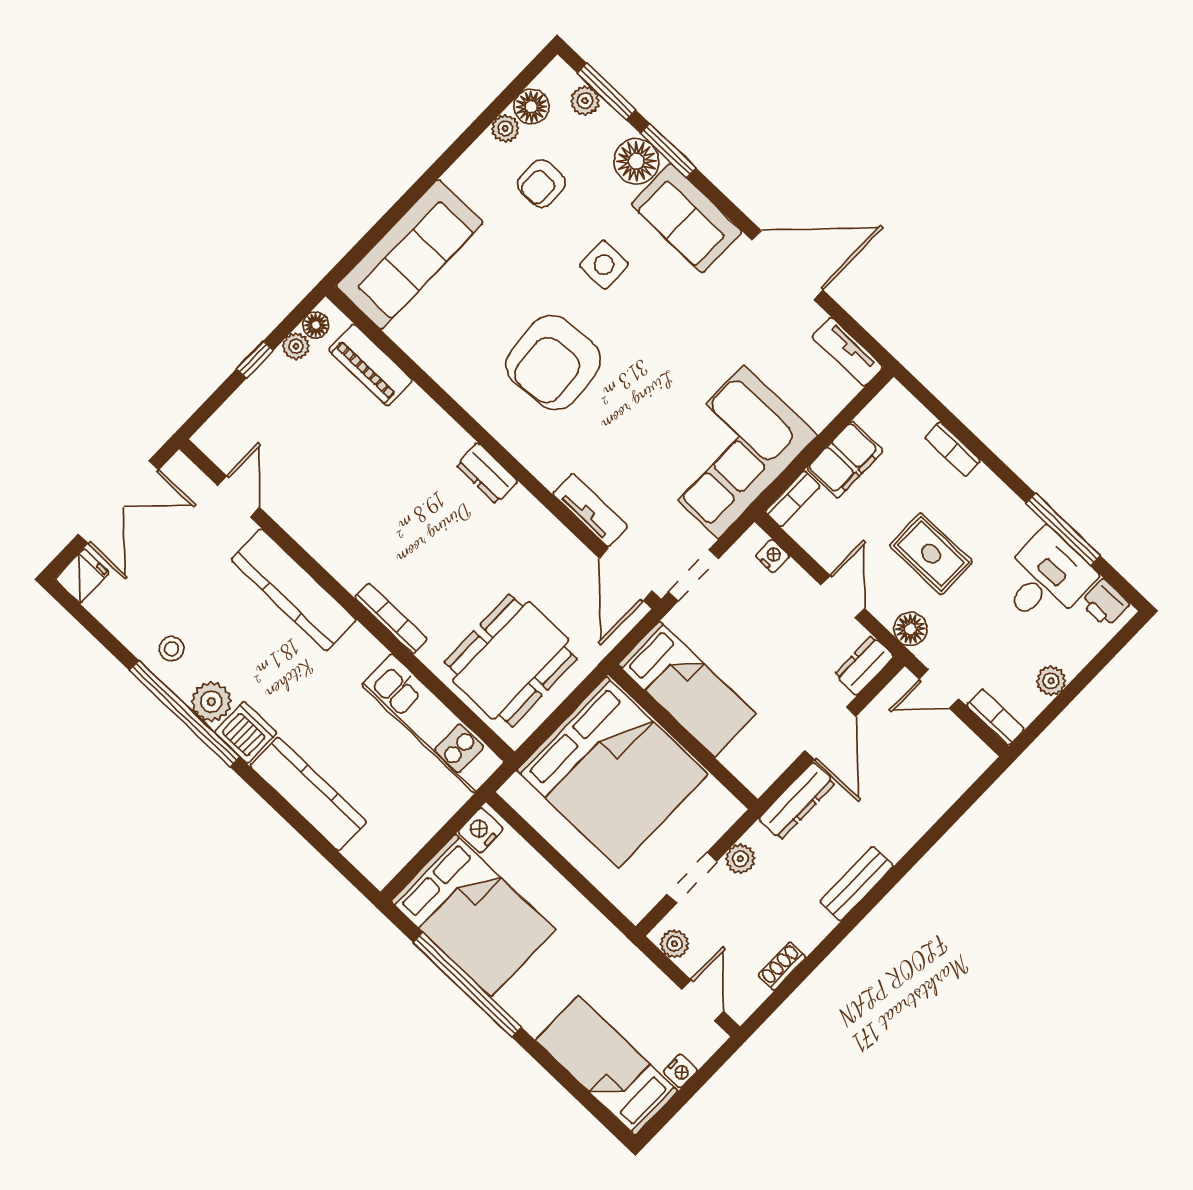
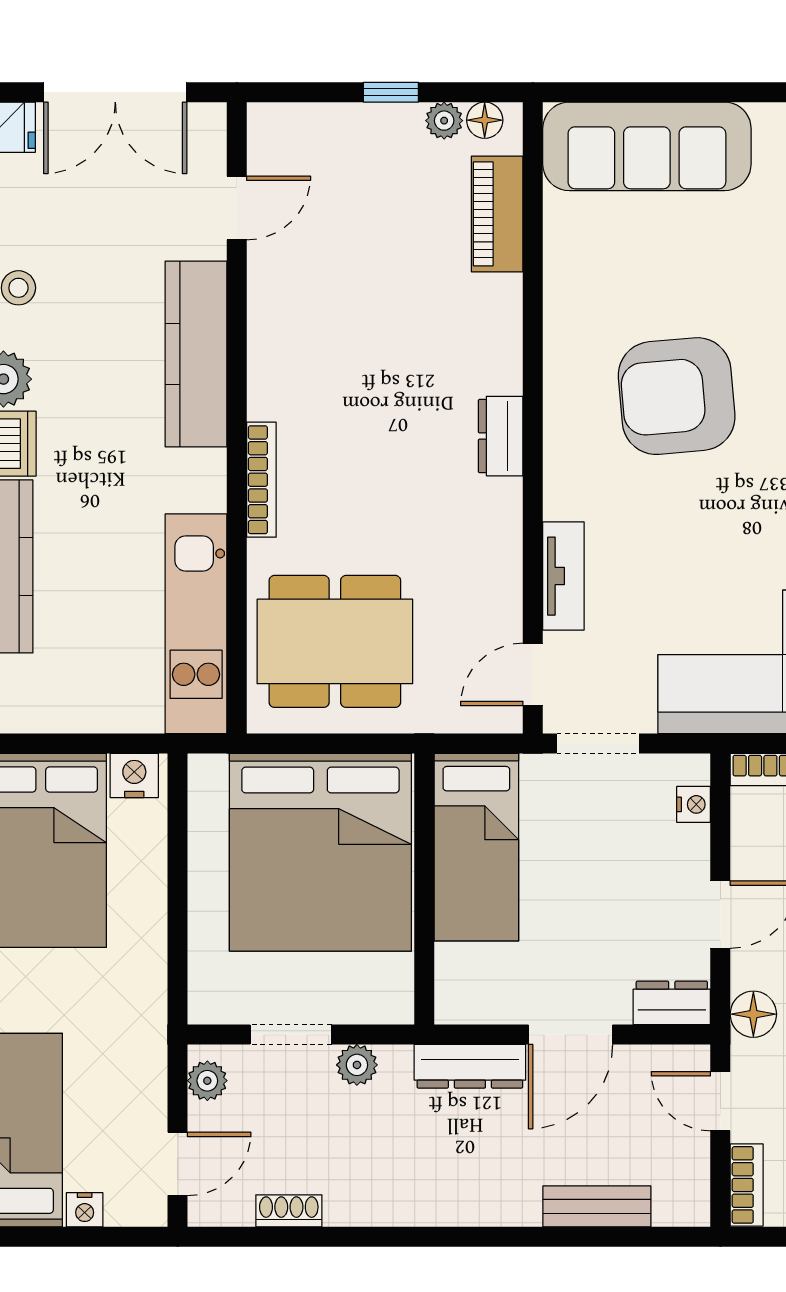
door: (626, 575) -> (533, 674), width x0.73
bench: (857, 884) -> (597, 1206), moved

